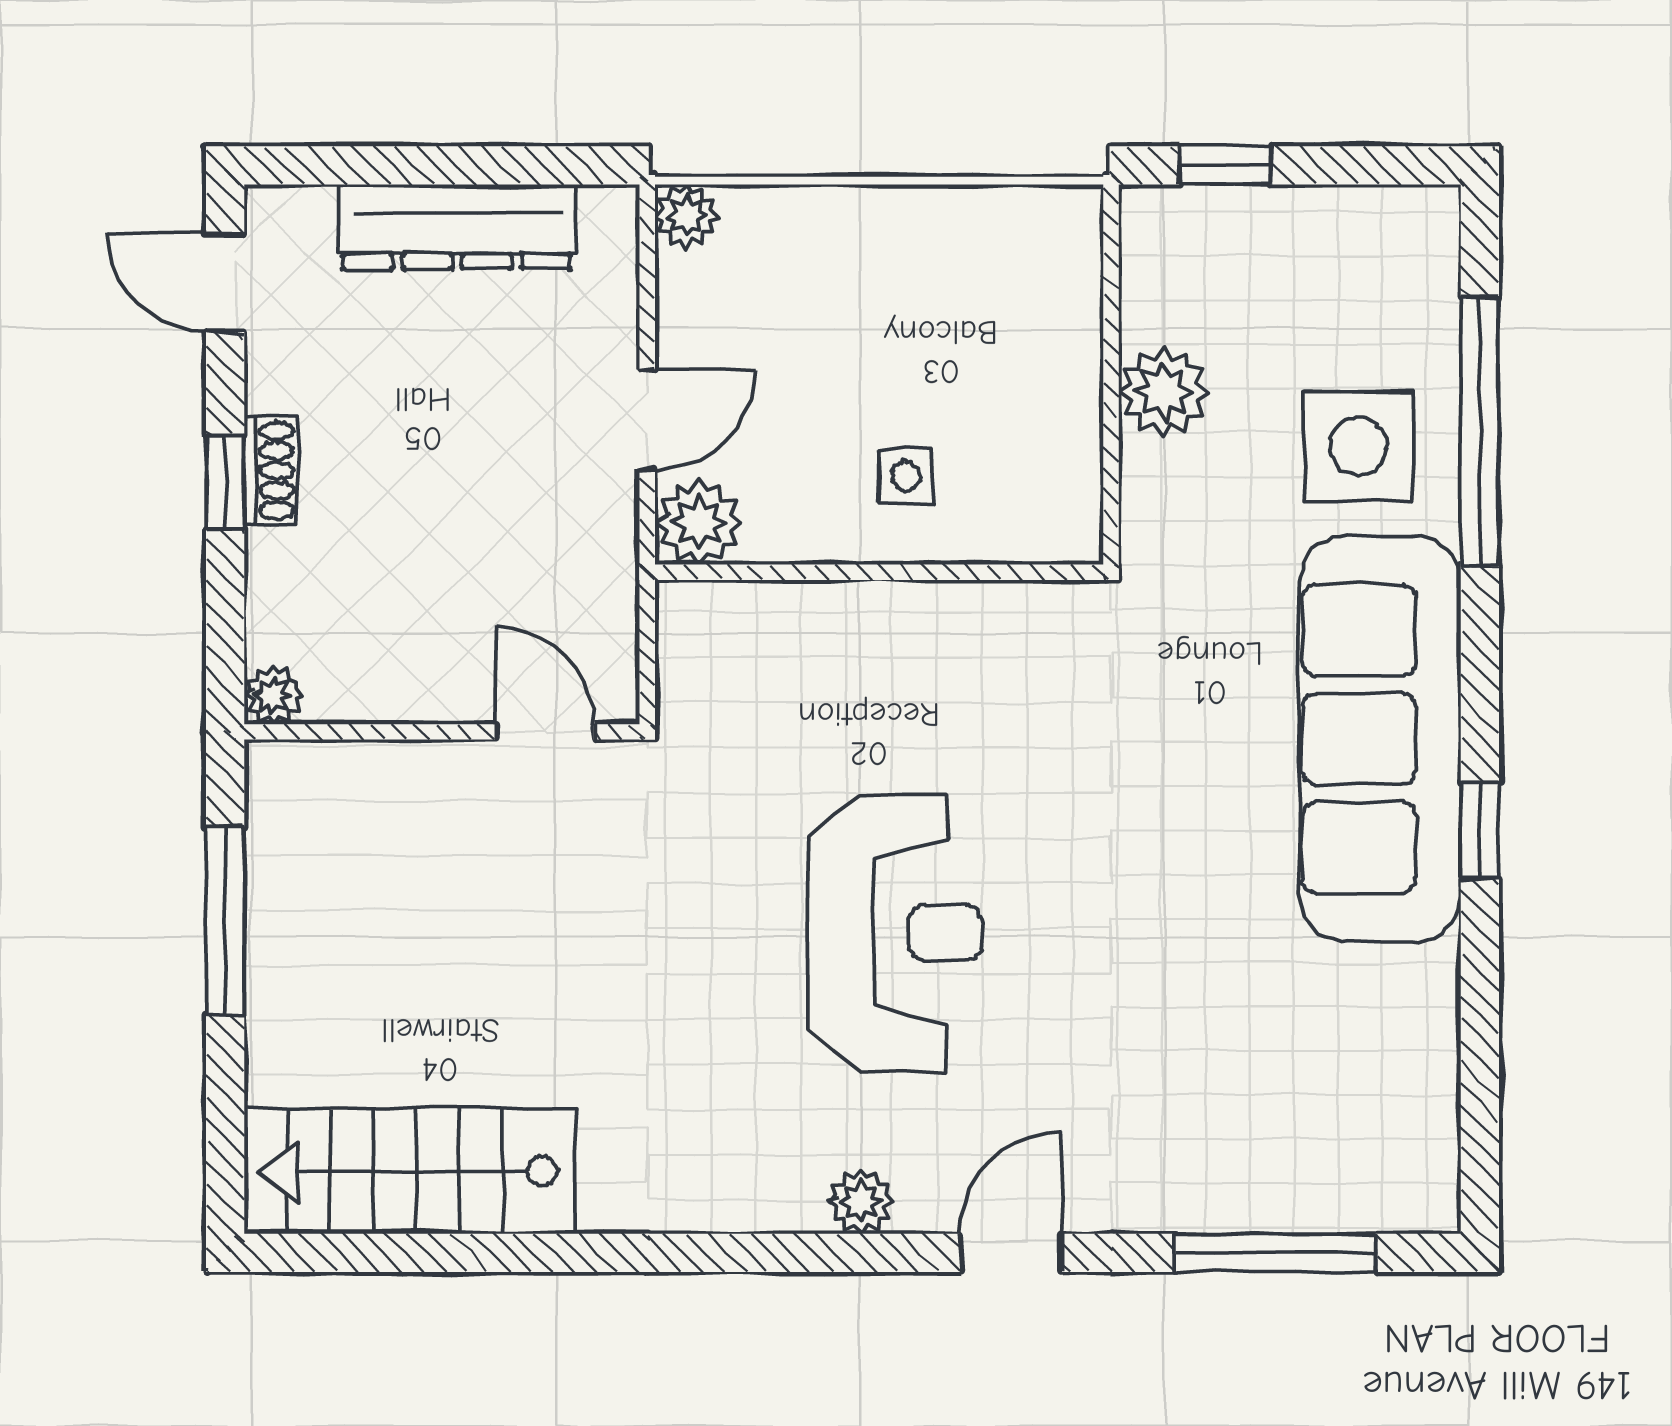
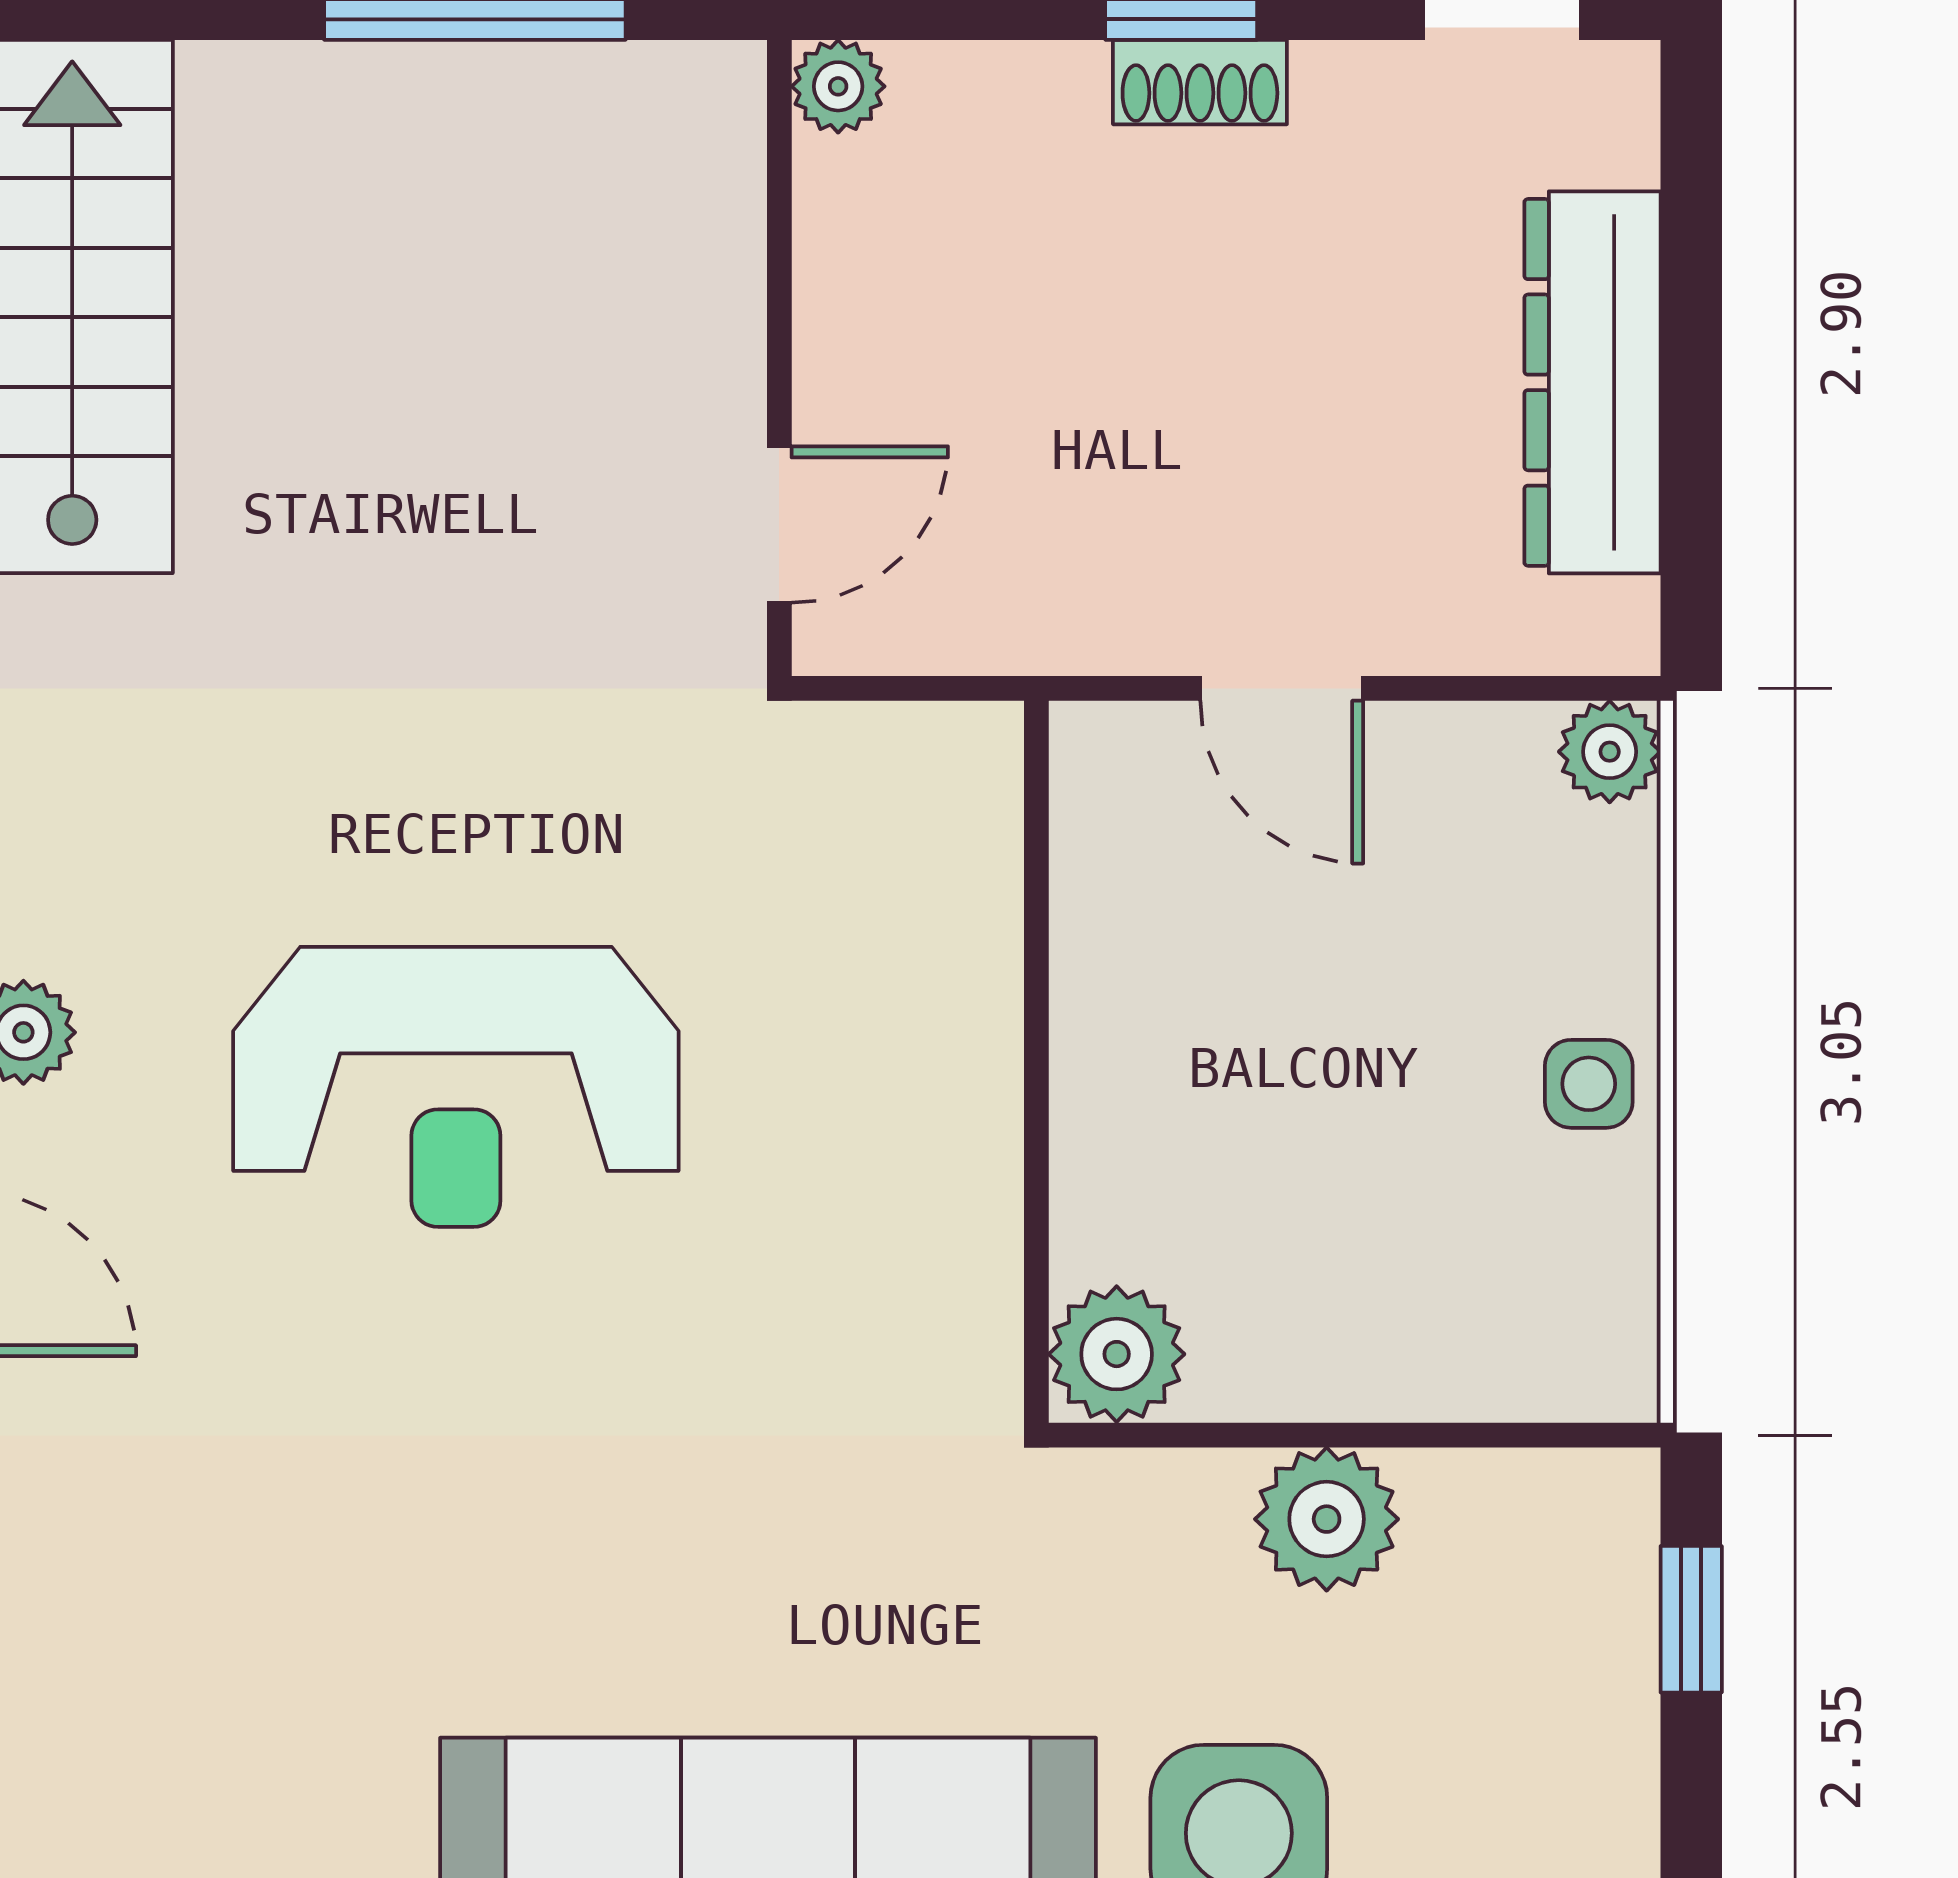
side table: (906, 476) -> (1589, 1084), moved
plant: (699, 522) -> (1117, 1354), moved

